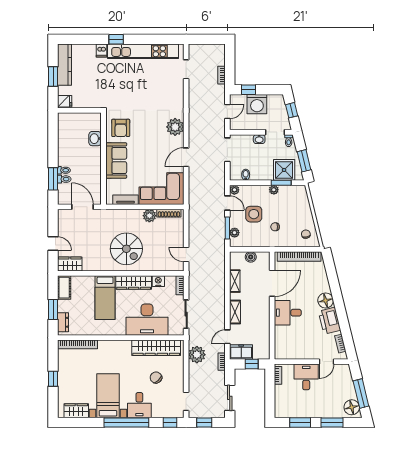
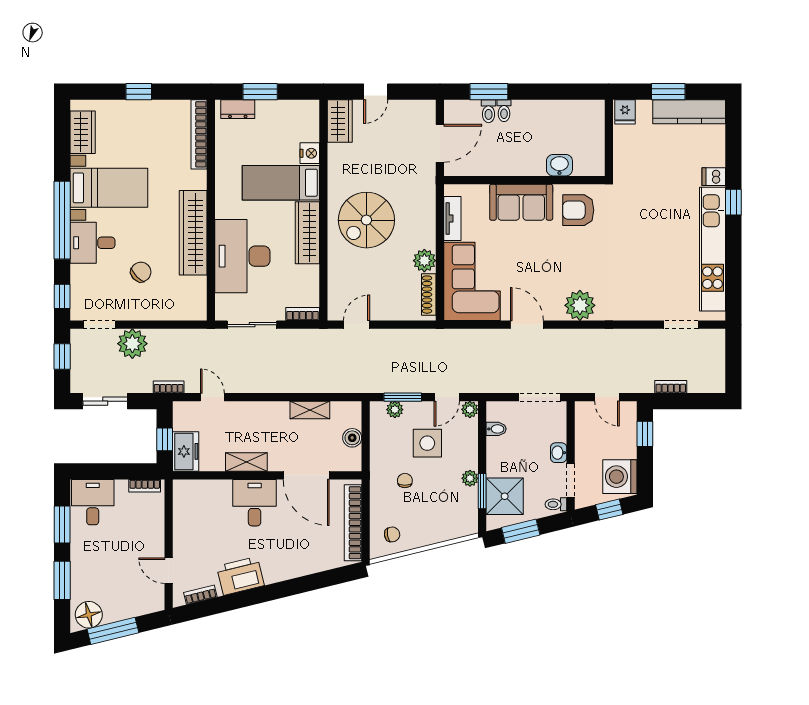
washing machine: (257, 104) -> (620, 477), moved
nightstand: (158, 281) -> (310, 153), moved
cot: (64, 288) -> (299, 111), removed
floor lamp: (326, 300) -> (276, 569), removed
shelving: (235, 312) -> (246, 462), moved
wardrobe: (156, 348) -> (193, 233), moved
freezer: (241, 352) -> (186, 451), moved
plant: (197, 355) -> (132, 344), moved
desk: (306, 377) -> (93, 502), moved, turned -90

